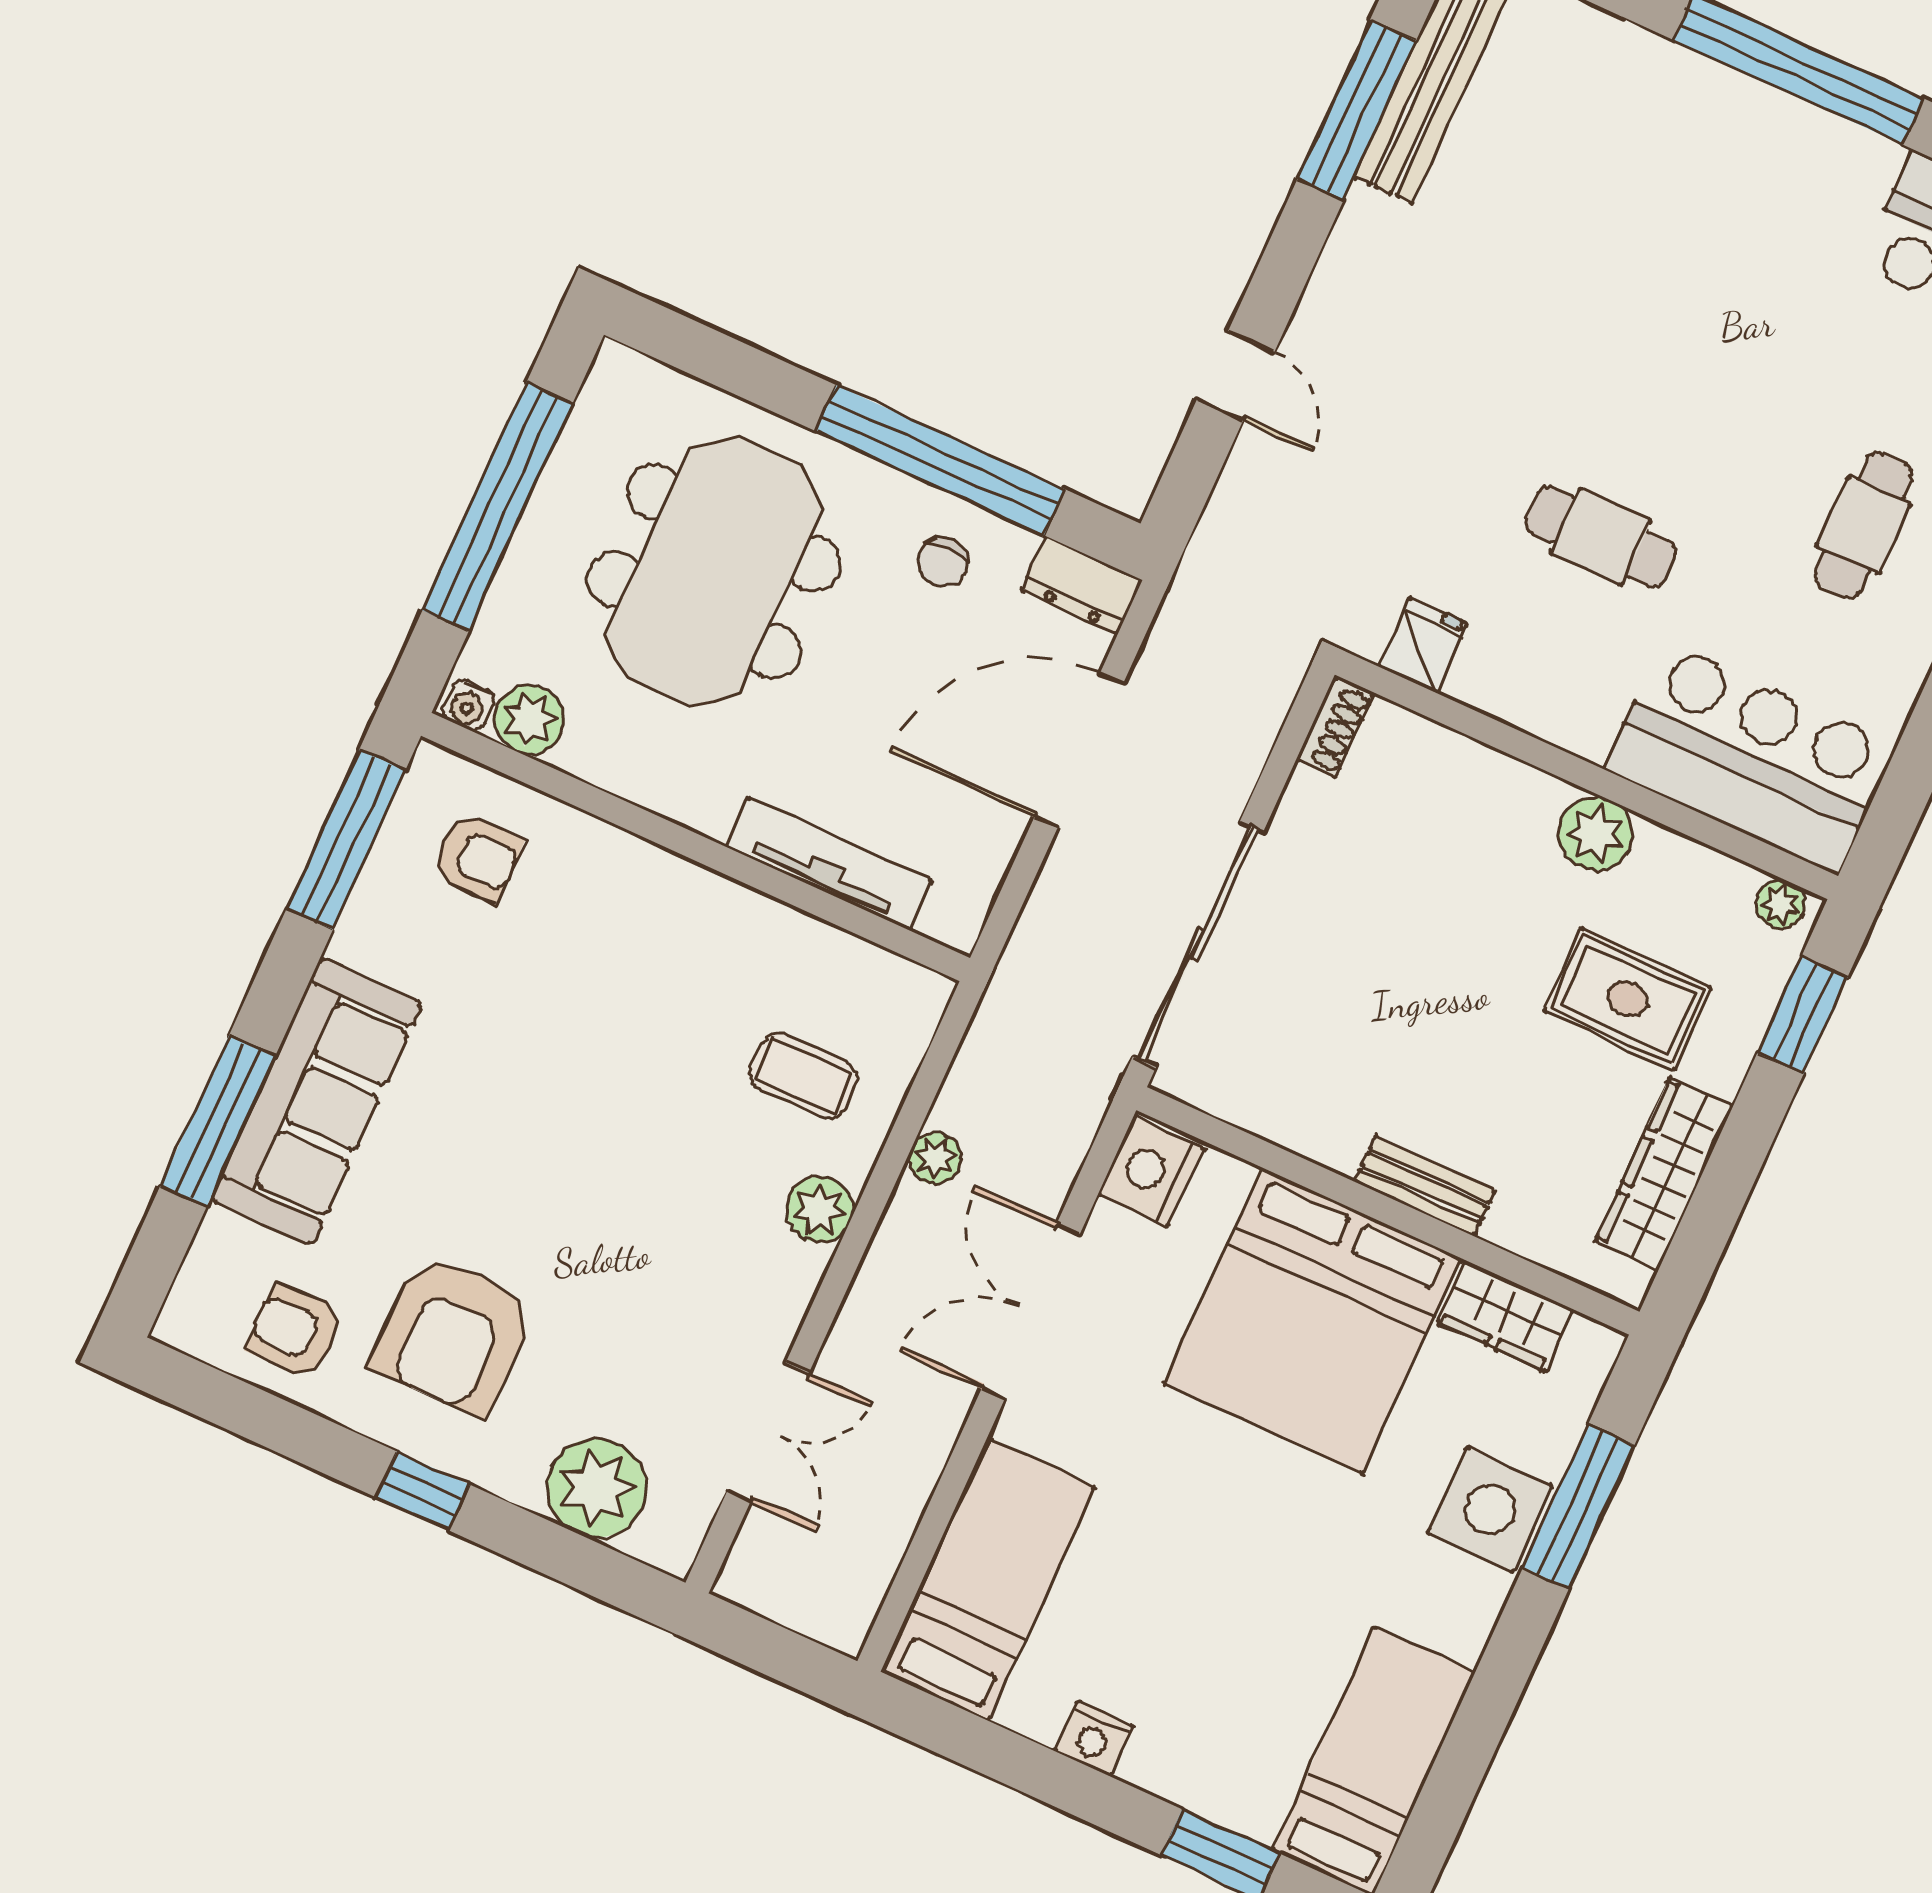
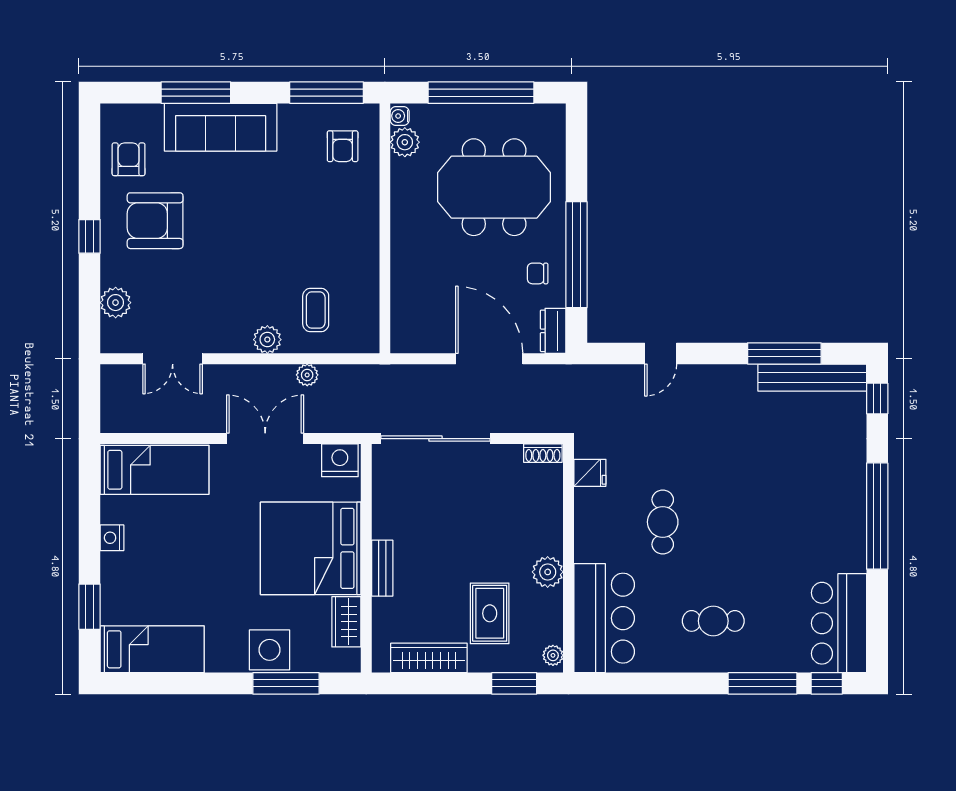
tv unit: (829, 864) -> (402, 282), removed
plant: (596, 1488) -> (116, 303), width x0.73, depth x0.73

